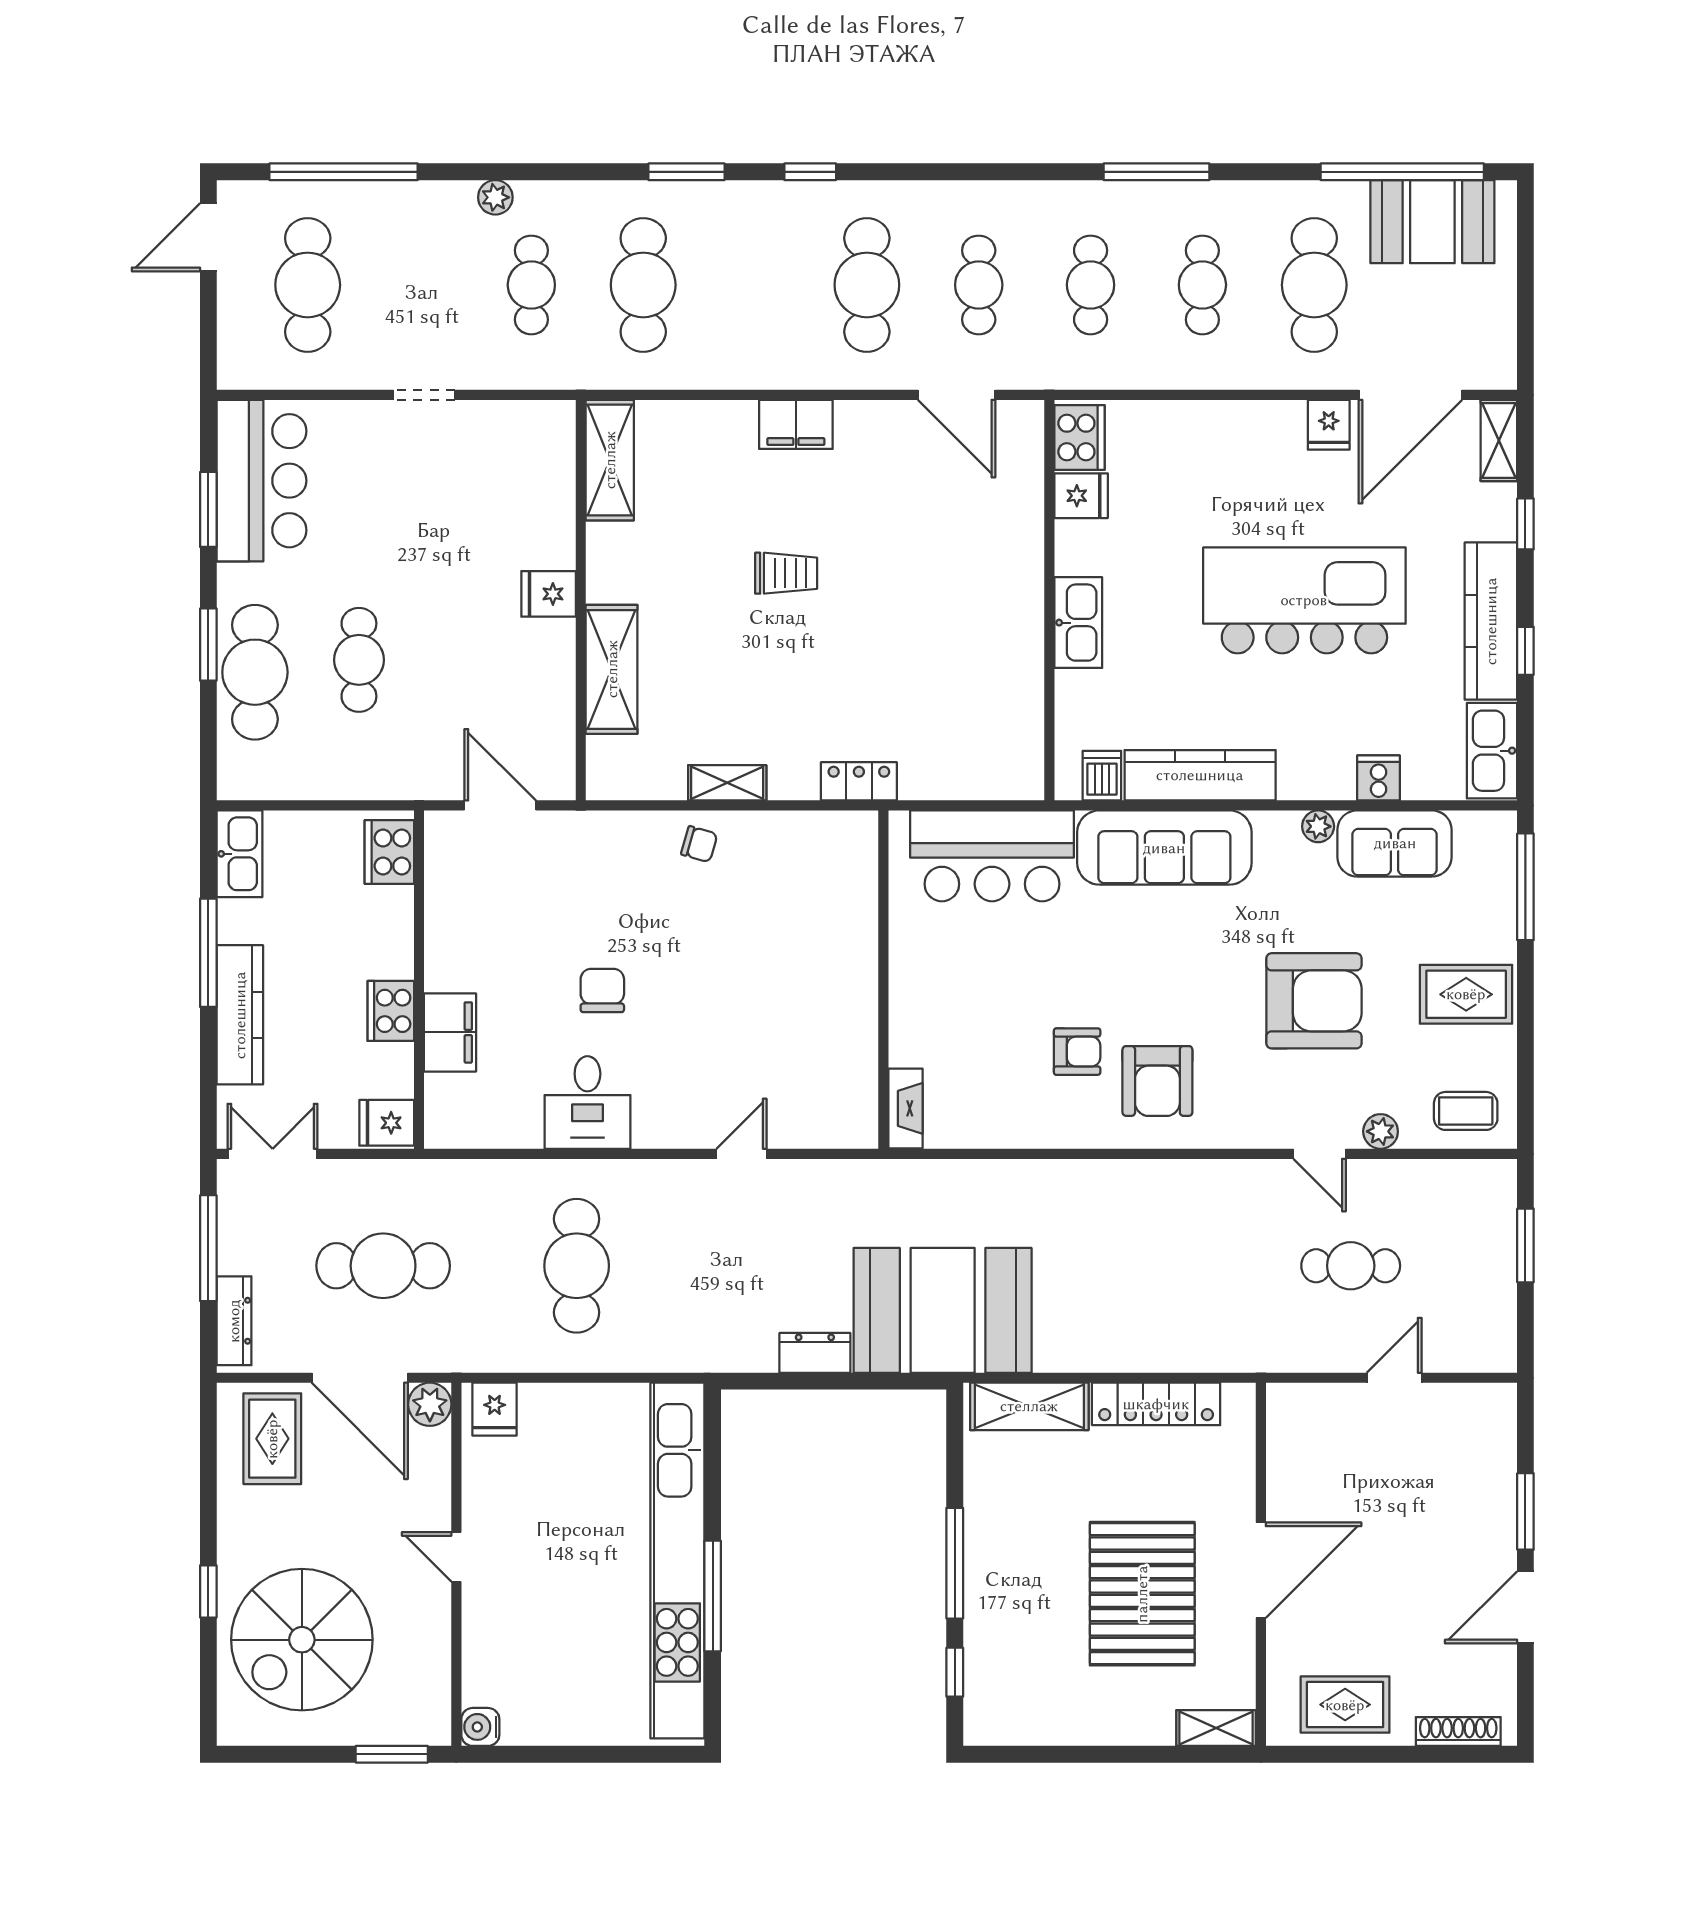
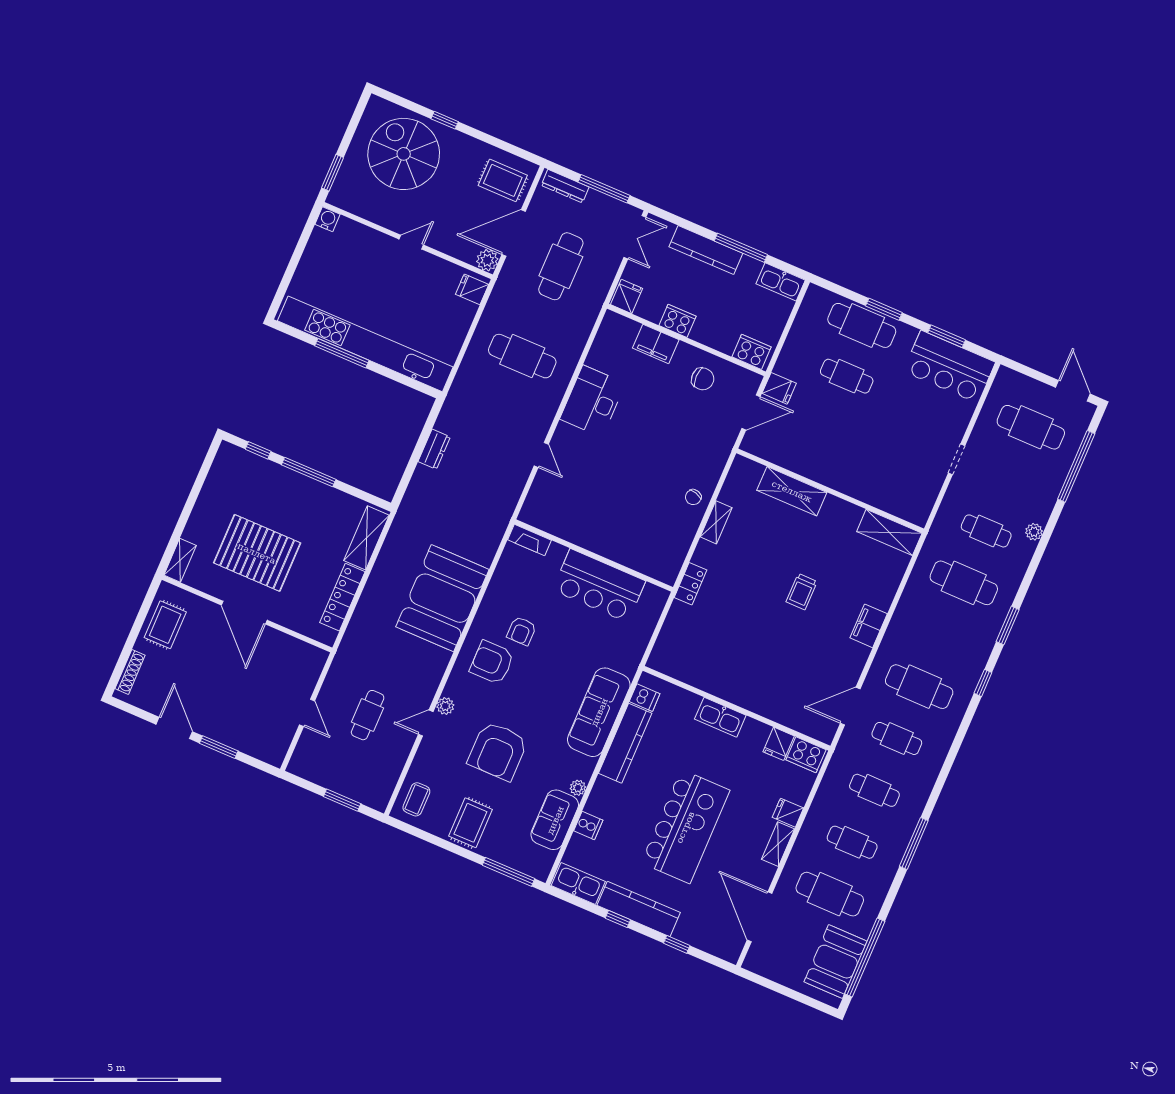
fridge: (1329, 425) -> (788, 813), moved
shelving: (1499, 440) -> (778, 844), moved, turned 90
fridge: (549, 594) -> (779, 388), moved, turned 90
bar counter: (992, 856) -> (599, 586), moved, turned -90
chair: (602, 990) -> (703, 379), moved
desk: (587, 1103) -> (593, 401), width x1.37
plant: (1381, 1131) -> (445, 706), moved
booth: (943, 1310) -> (442, 598), moved

